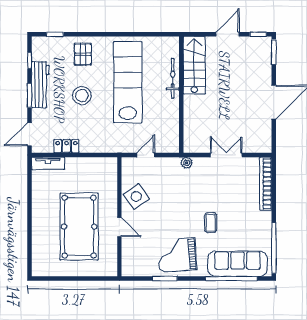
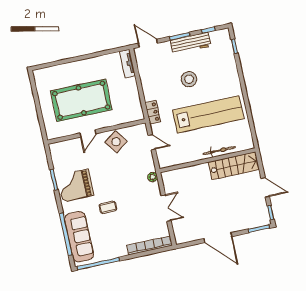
pallet: (83, 54) -> (223, 73), removed
locker: (66, 146) -> (153, 112), moved
grand piano: (177, 255) -> (76, 186), turned -86

